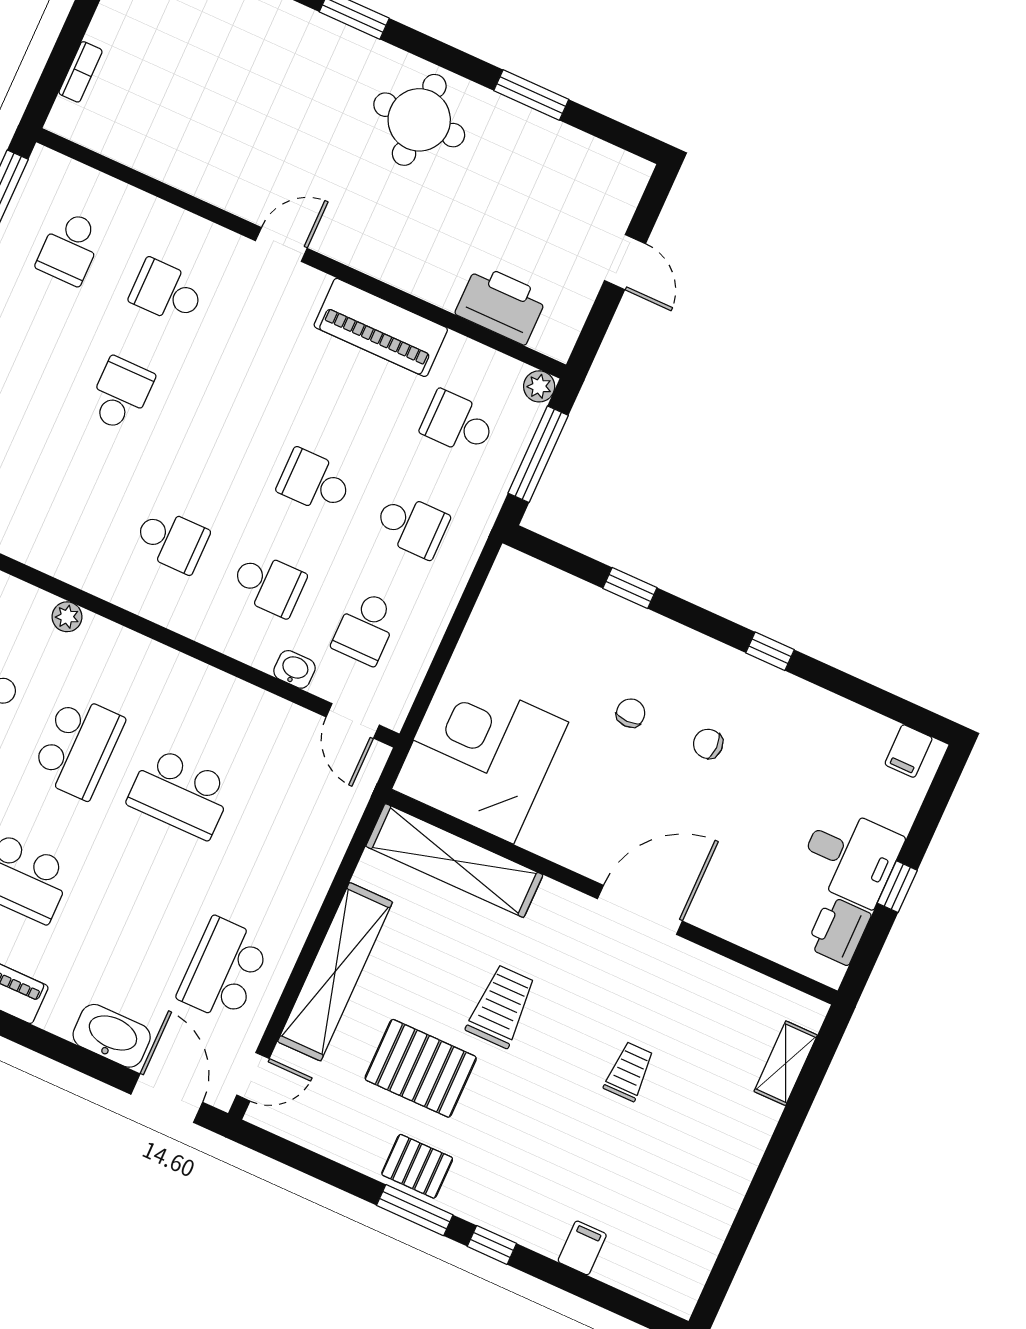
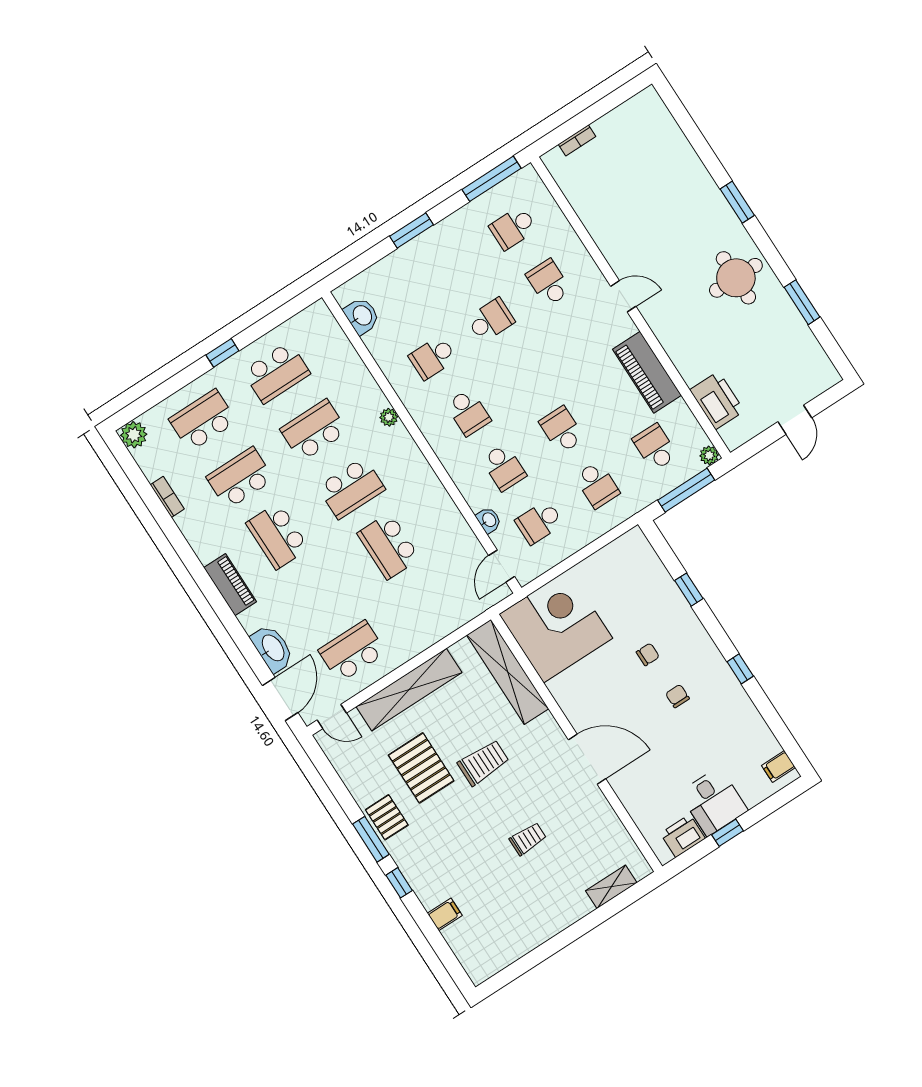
school desk: (74, 496) -> (433, 358), added

